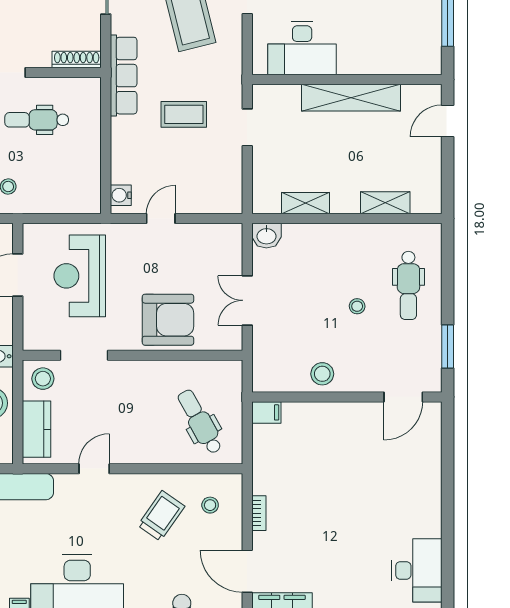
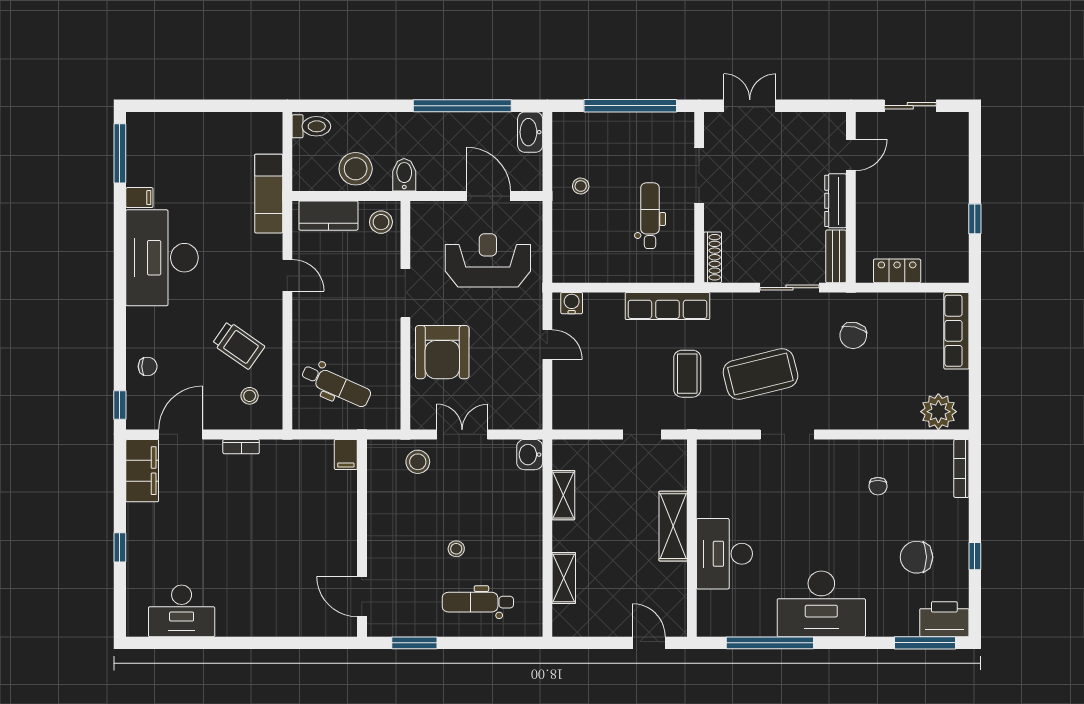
desk: (302, 48) -> (725, 554), moved
row of seats: (124, 76) -> (667, 306), moved
shelving: (351, 98) -> (673, 526), width x0.68
coffee table: (184, 114) -> (687, 374), moved
doorway: (84, 355) -> (405, 293), moved
stool: (322, 374) -> (418, 462), moved
dental chair: (200, 422) -> (336, 385), turned 53

